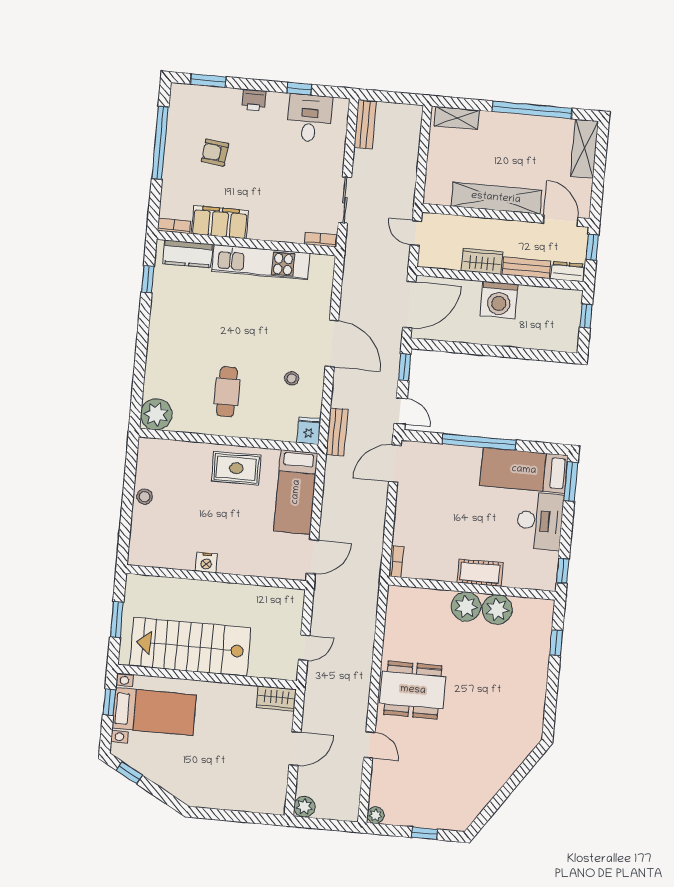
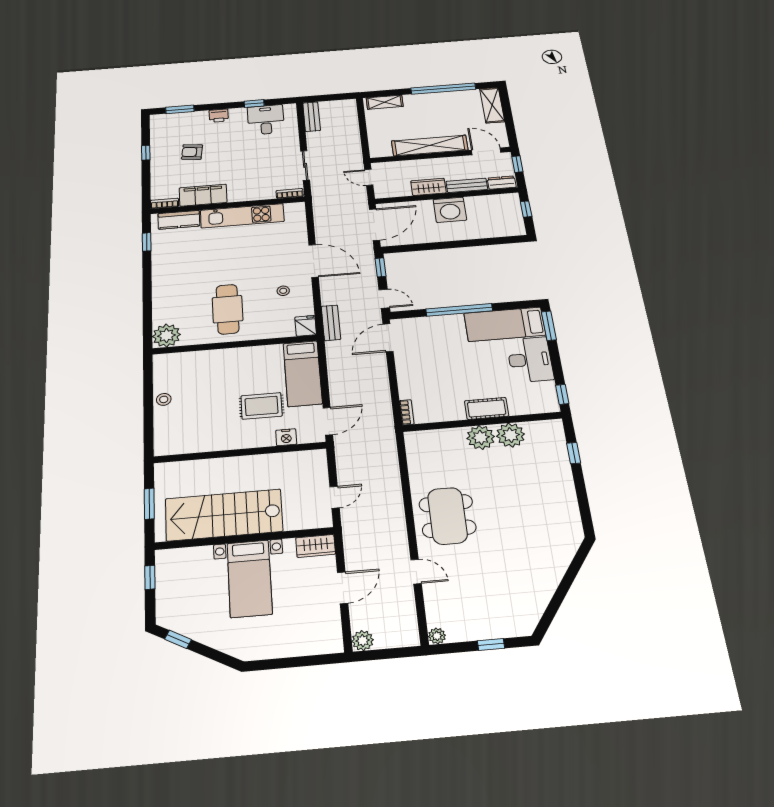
window: (160, 143) -> (146, 153), width x0.32
cafe table: (227, 392) -> (228, 309), width x1.37, depth x1.35
rug: (236, 468) -> (262, 406), moved
nightstand: (206, 562) -> (286, 437), moved
dining table: (413, 690) -> (447, 516), turned 90
bed with nightstands: (154, 712) -> (250, 578), moved, turned 90

